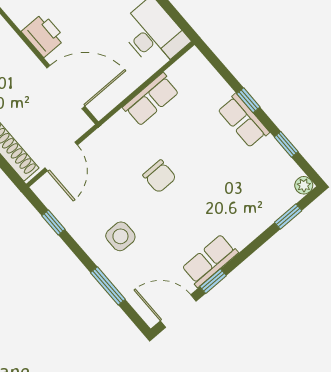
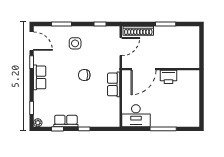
row of seats: (151, 99) -> (114, 84), moved
row of seats: (243, 121) -> (66, 121), moved
door: (61, 157) -> (121, 47), swing flipped
row of seats: (210, 261) -> (40, 77), moved
door: (178, 311) -> (32, 41), hinge flipped

